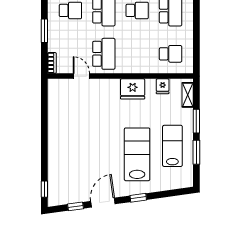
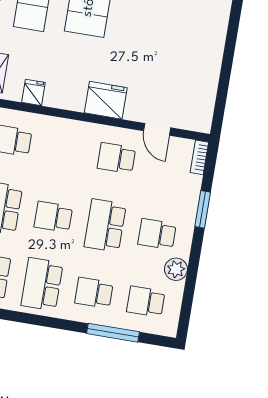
school desk: (104, 54) -> (116, 158), width x0.54
fridge: (133, 89) -> (106, 100), moved

